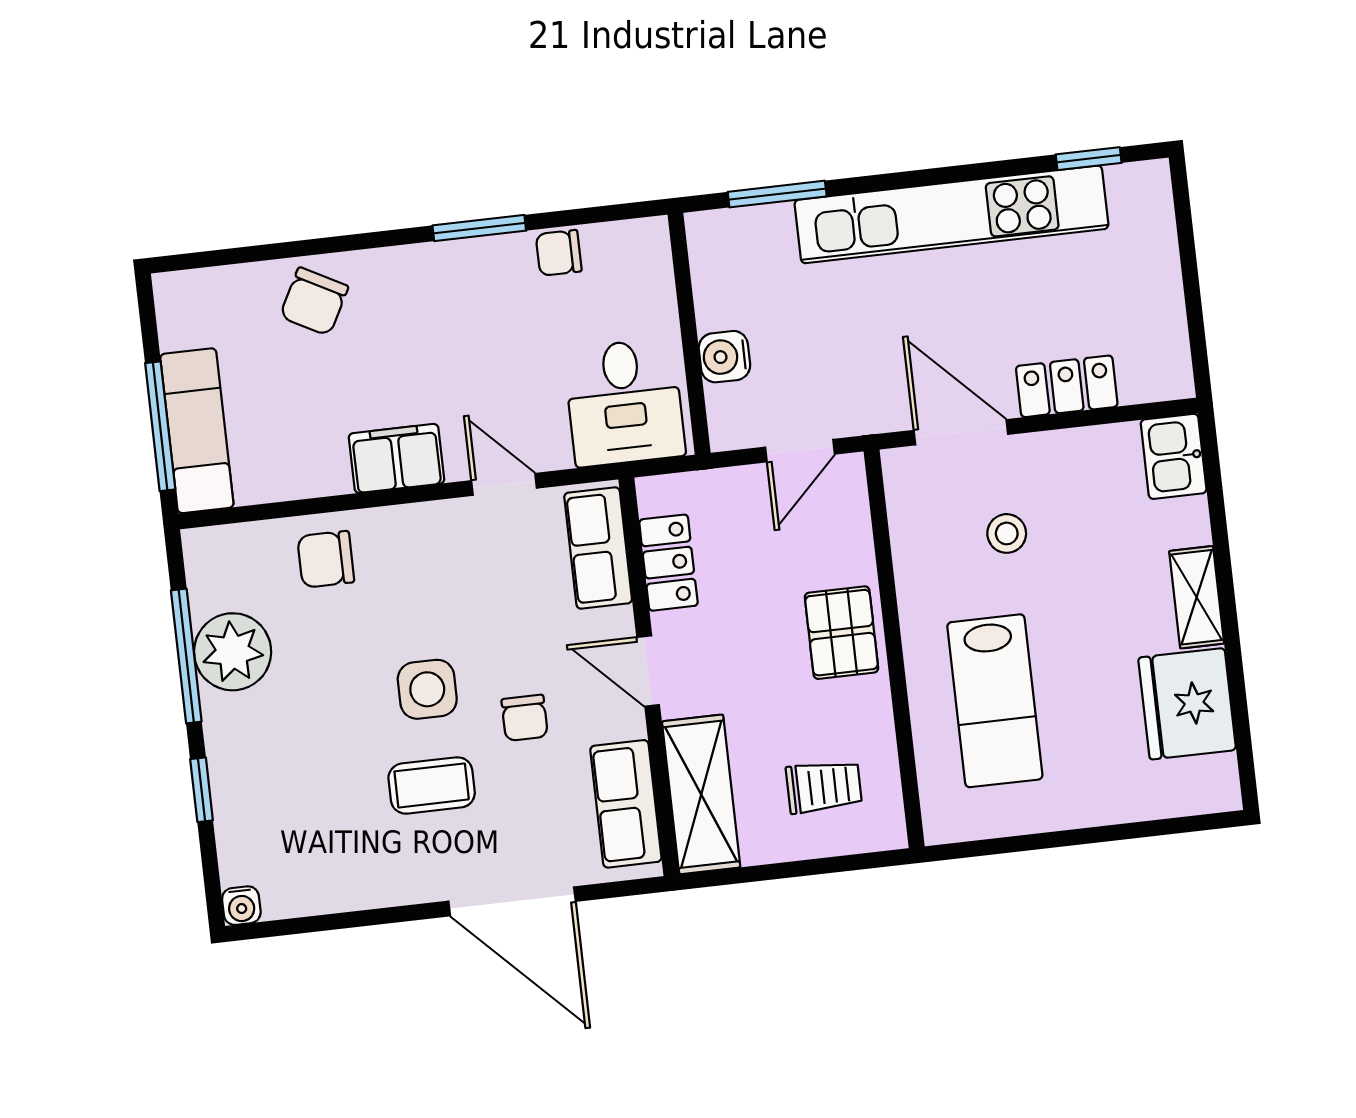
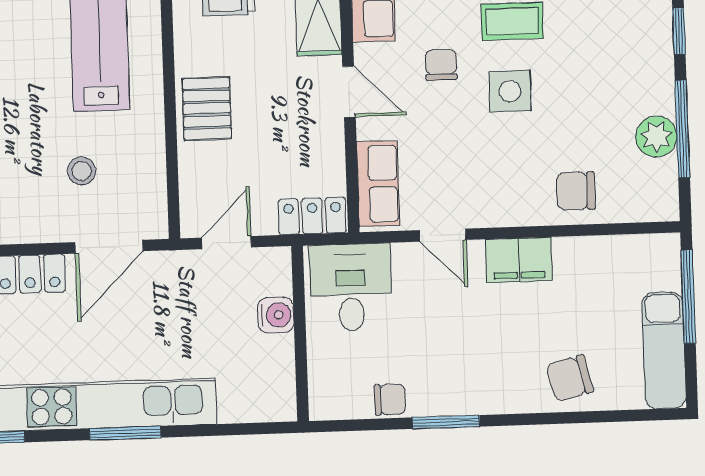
window: (777, 194) -> (125, 433), moved
chair: (314, 301) -> (570, 378), turned -132
exam couch: (197, 431) -> (664, 350), moved
door: (961, 432) -> (109, 247), hinge flipped
chair: (326, 559) -> (576, 191), turned 180
locker: (668, 563) -> (312, 216), moved, turned 90
plant: (233, 652) -> (656, 137), width x0.73, depth x0.73

